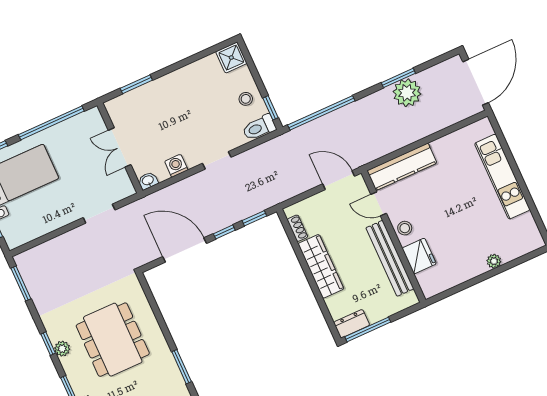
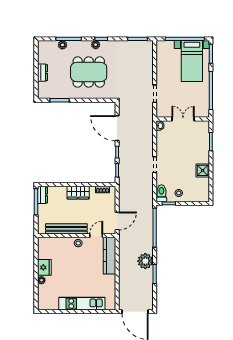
shower: (231, 58) -> (203, 170), moved
plant: (407, 93) -> (145, 261), moved
washing machine: (176, 166) -> (161, 143), removed
door: (185, 250) -> (117, 128), swing flipped
fridge: (419, 256) -> (44, 267), moved, turned -90
wardrobe: (321, 266) -> (78, 193), width x0.67

